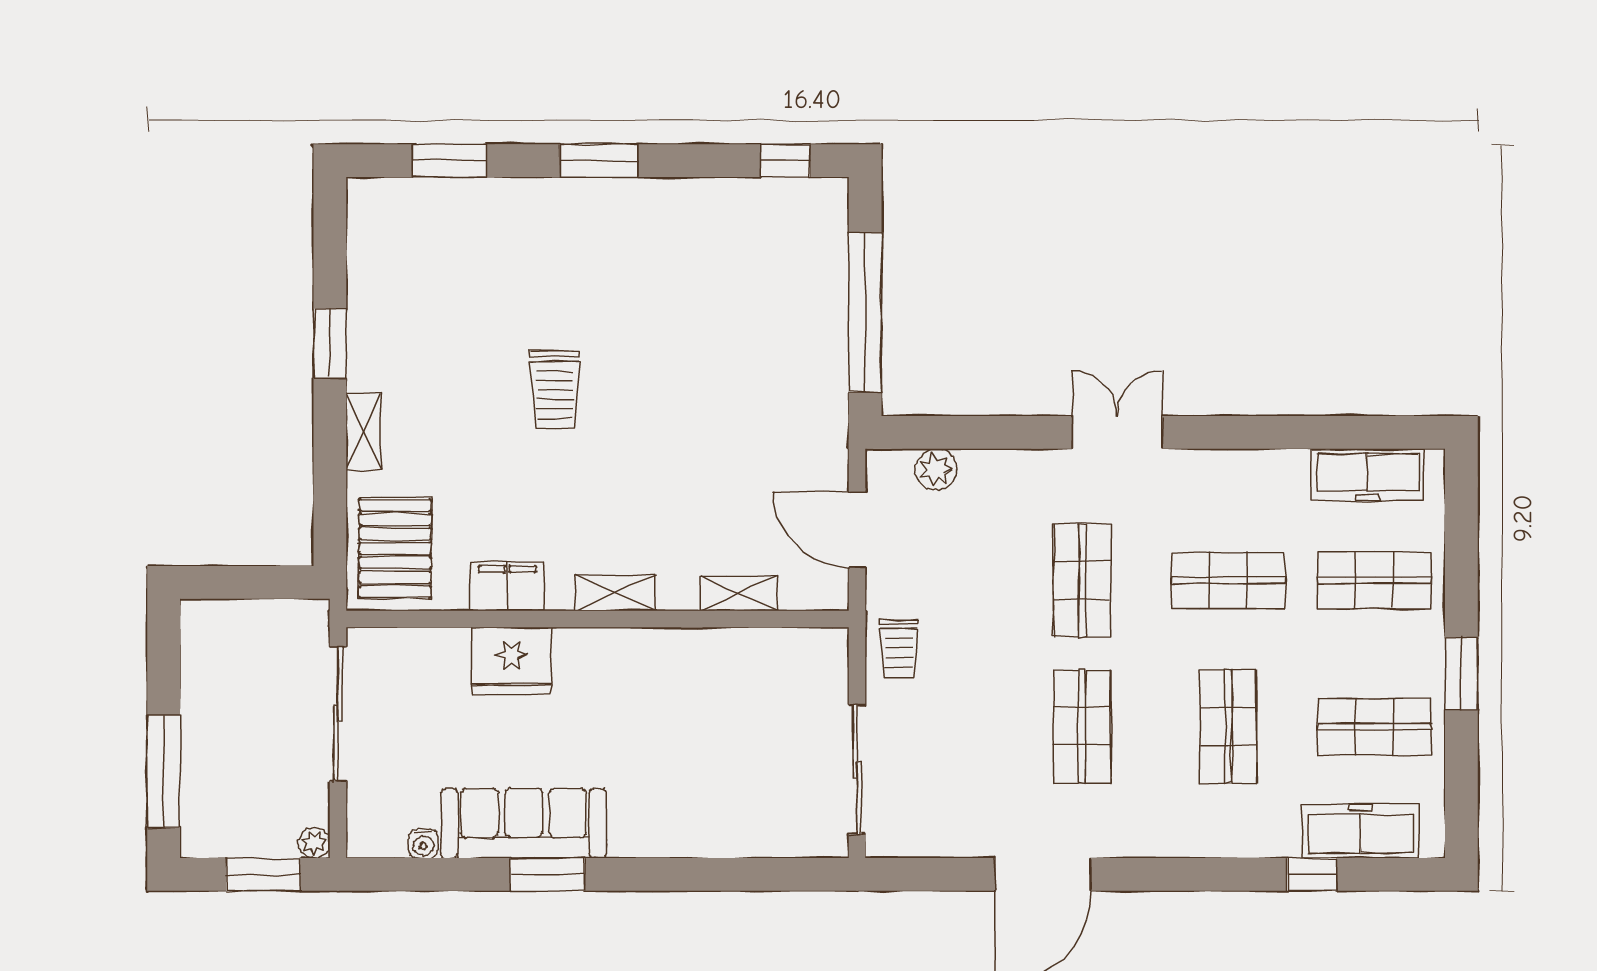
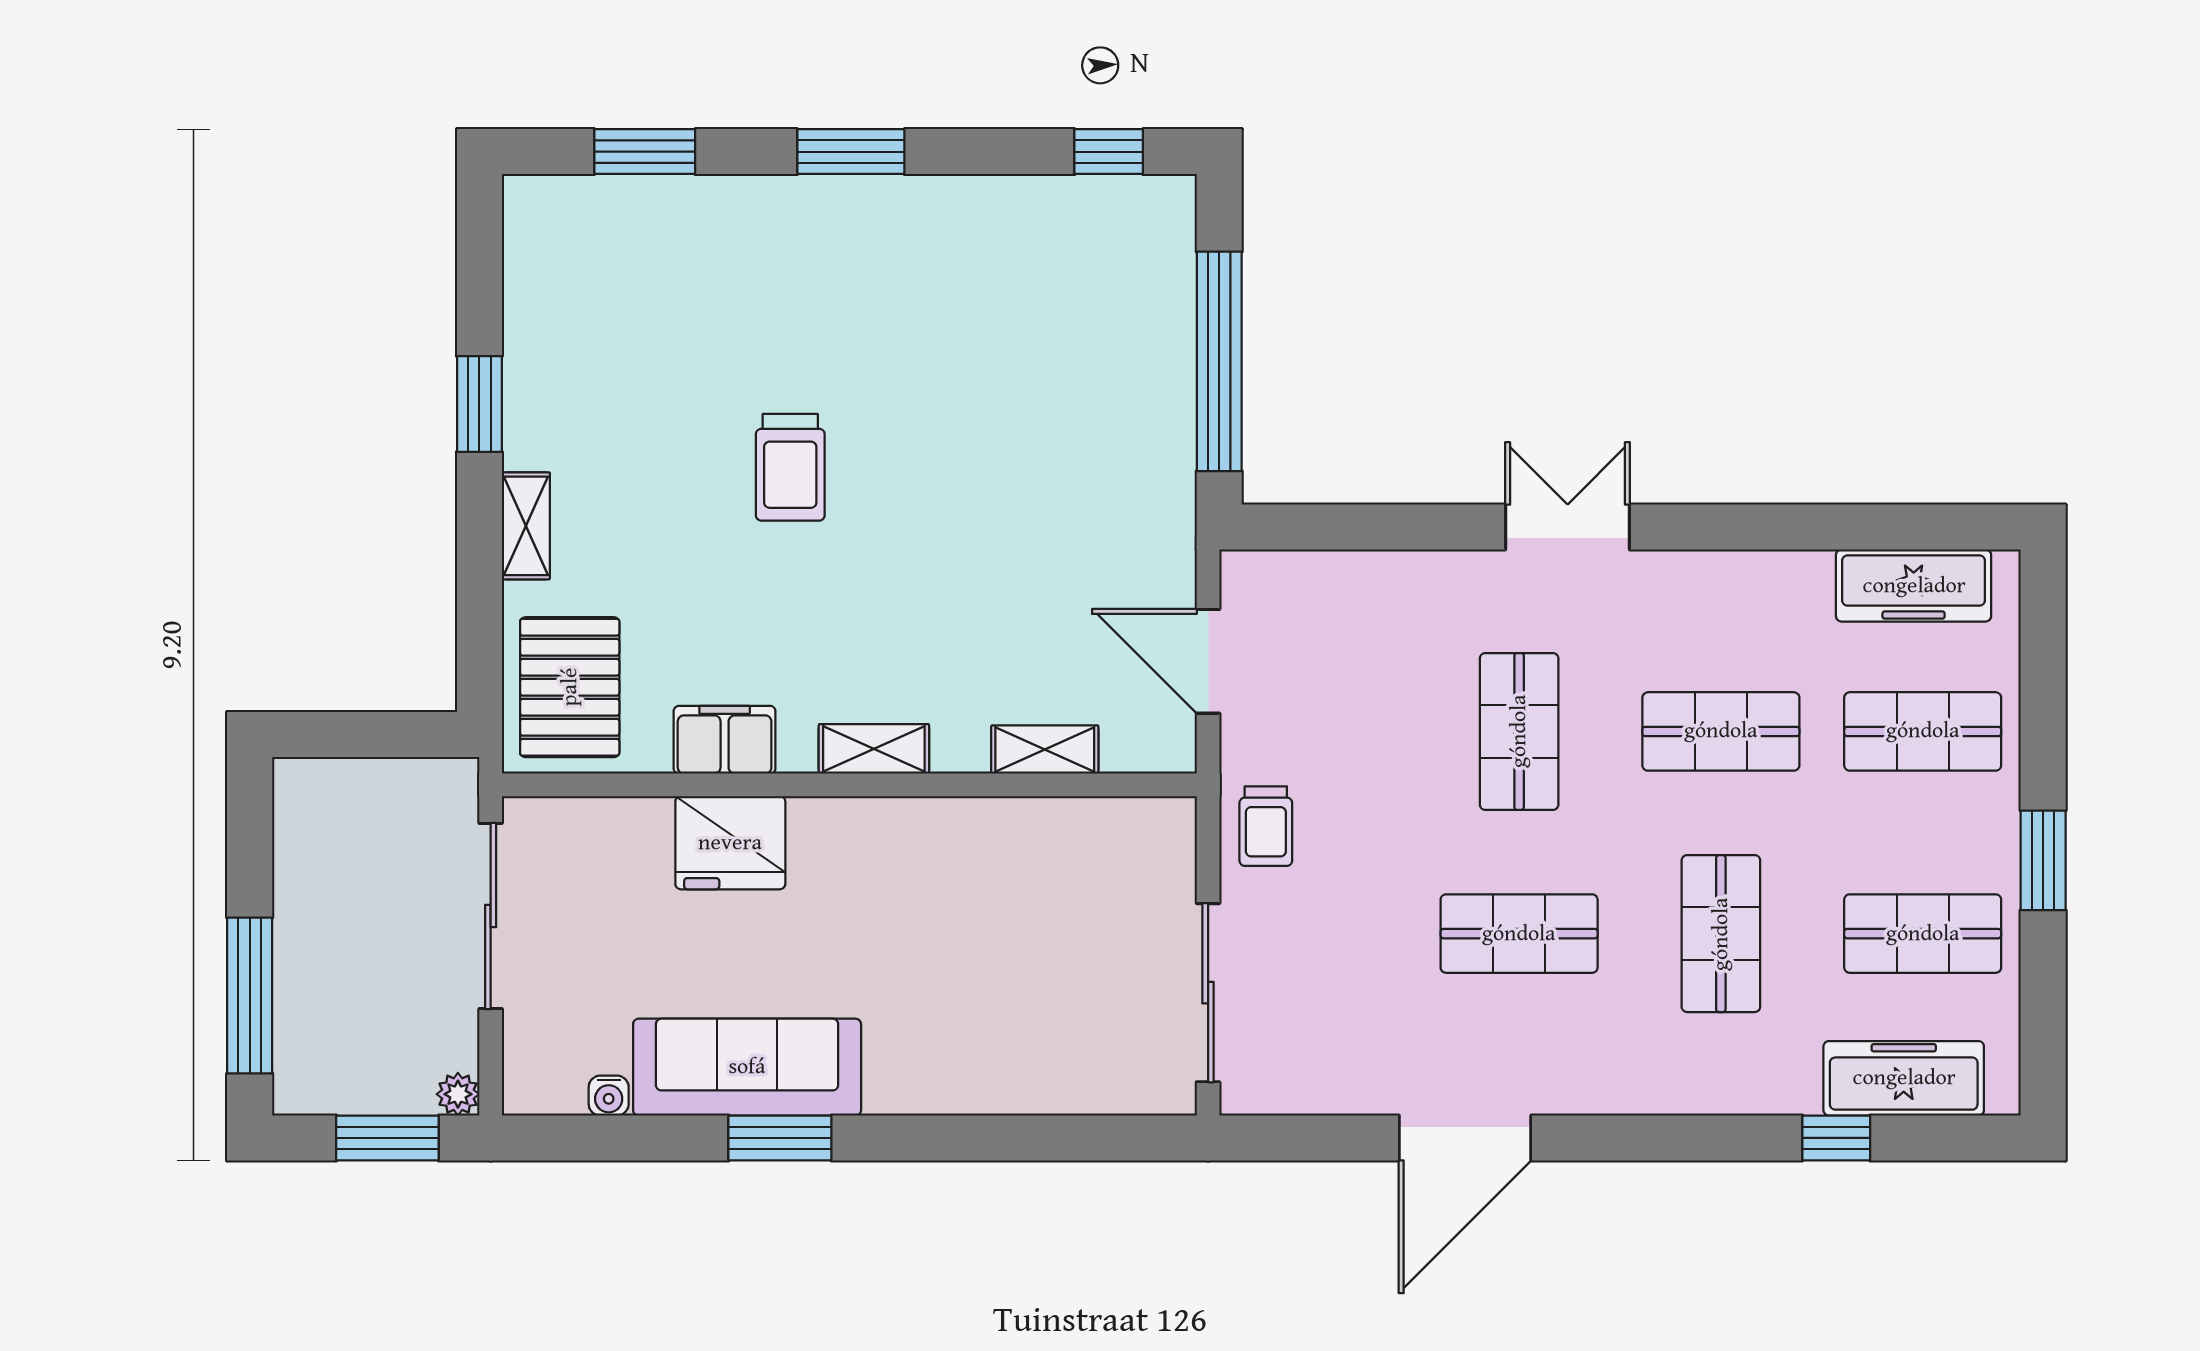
plant: (936, 470) -> (1317, 578), removed
shop shelf: (1082, 727) -> (1519, 934), turned 90

